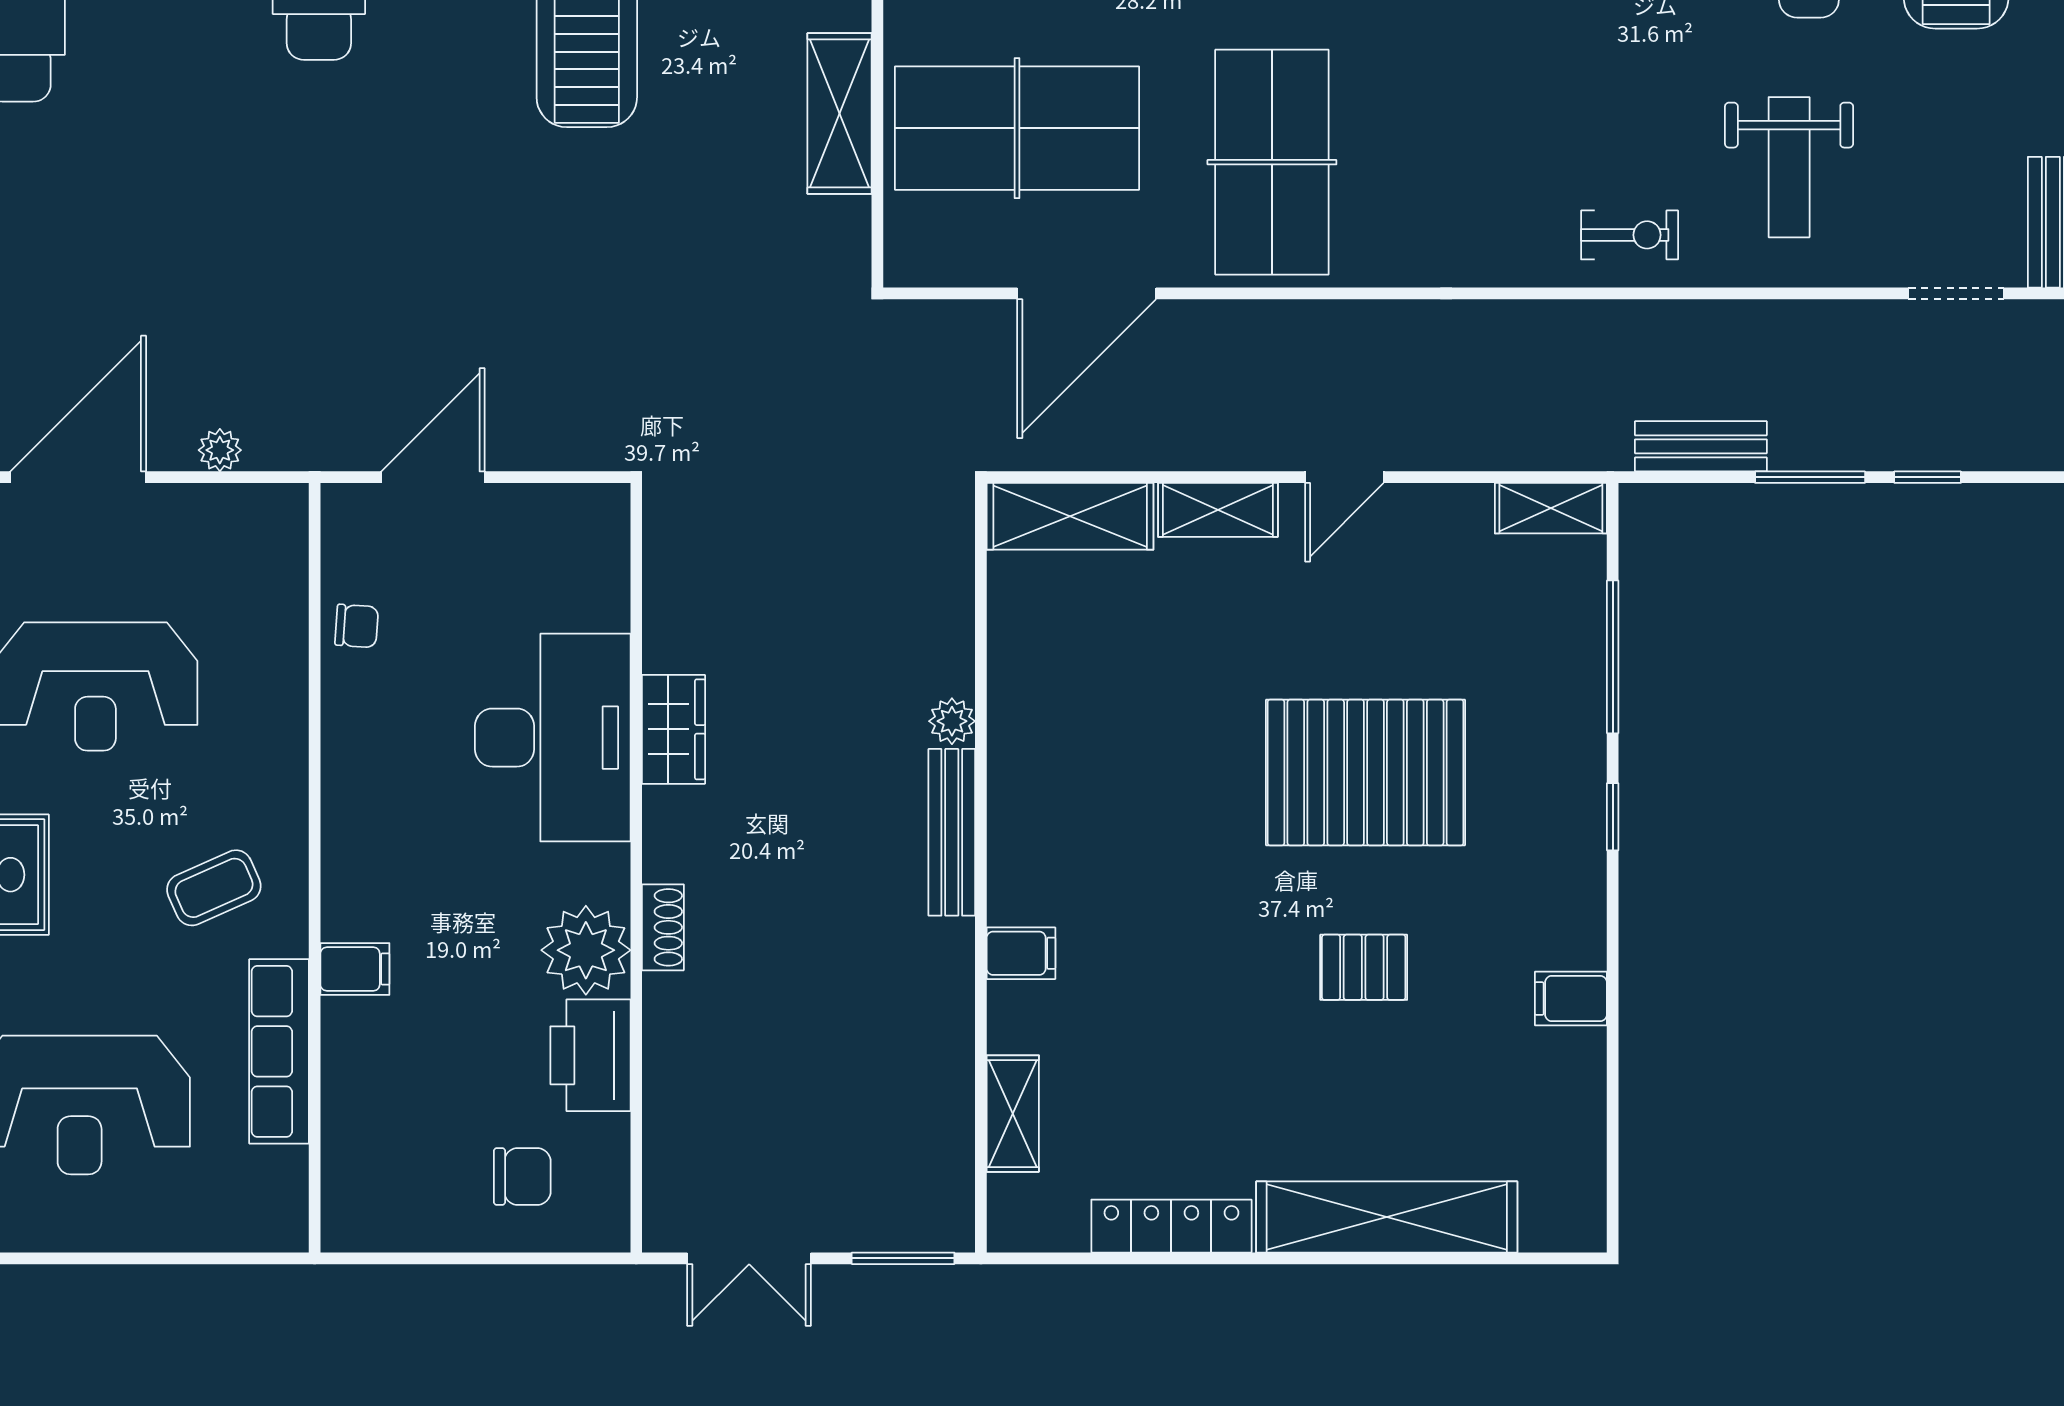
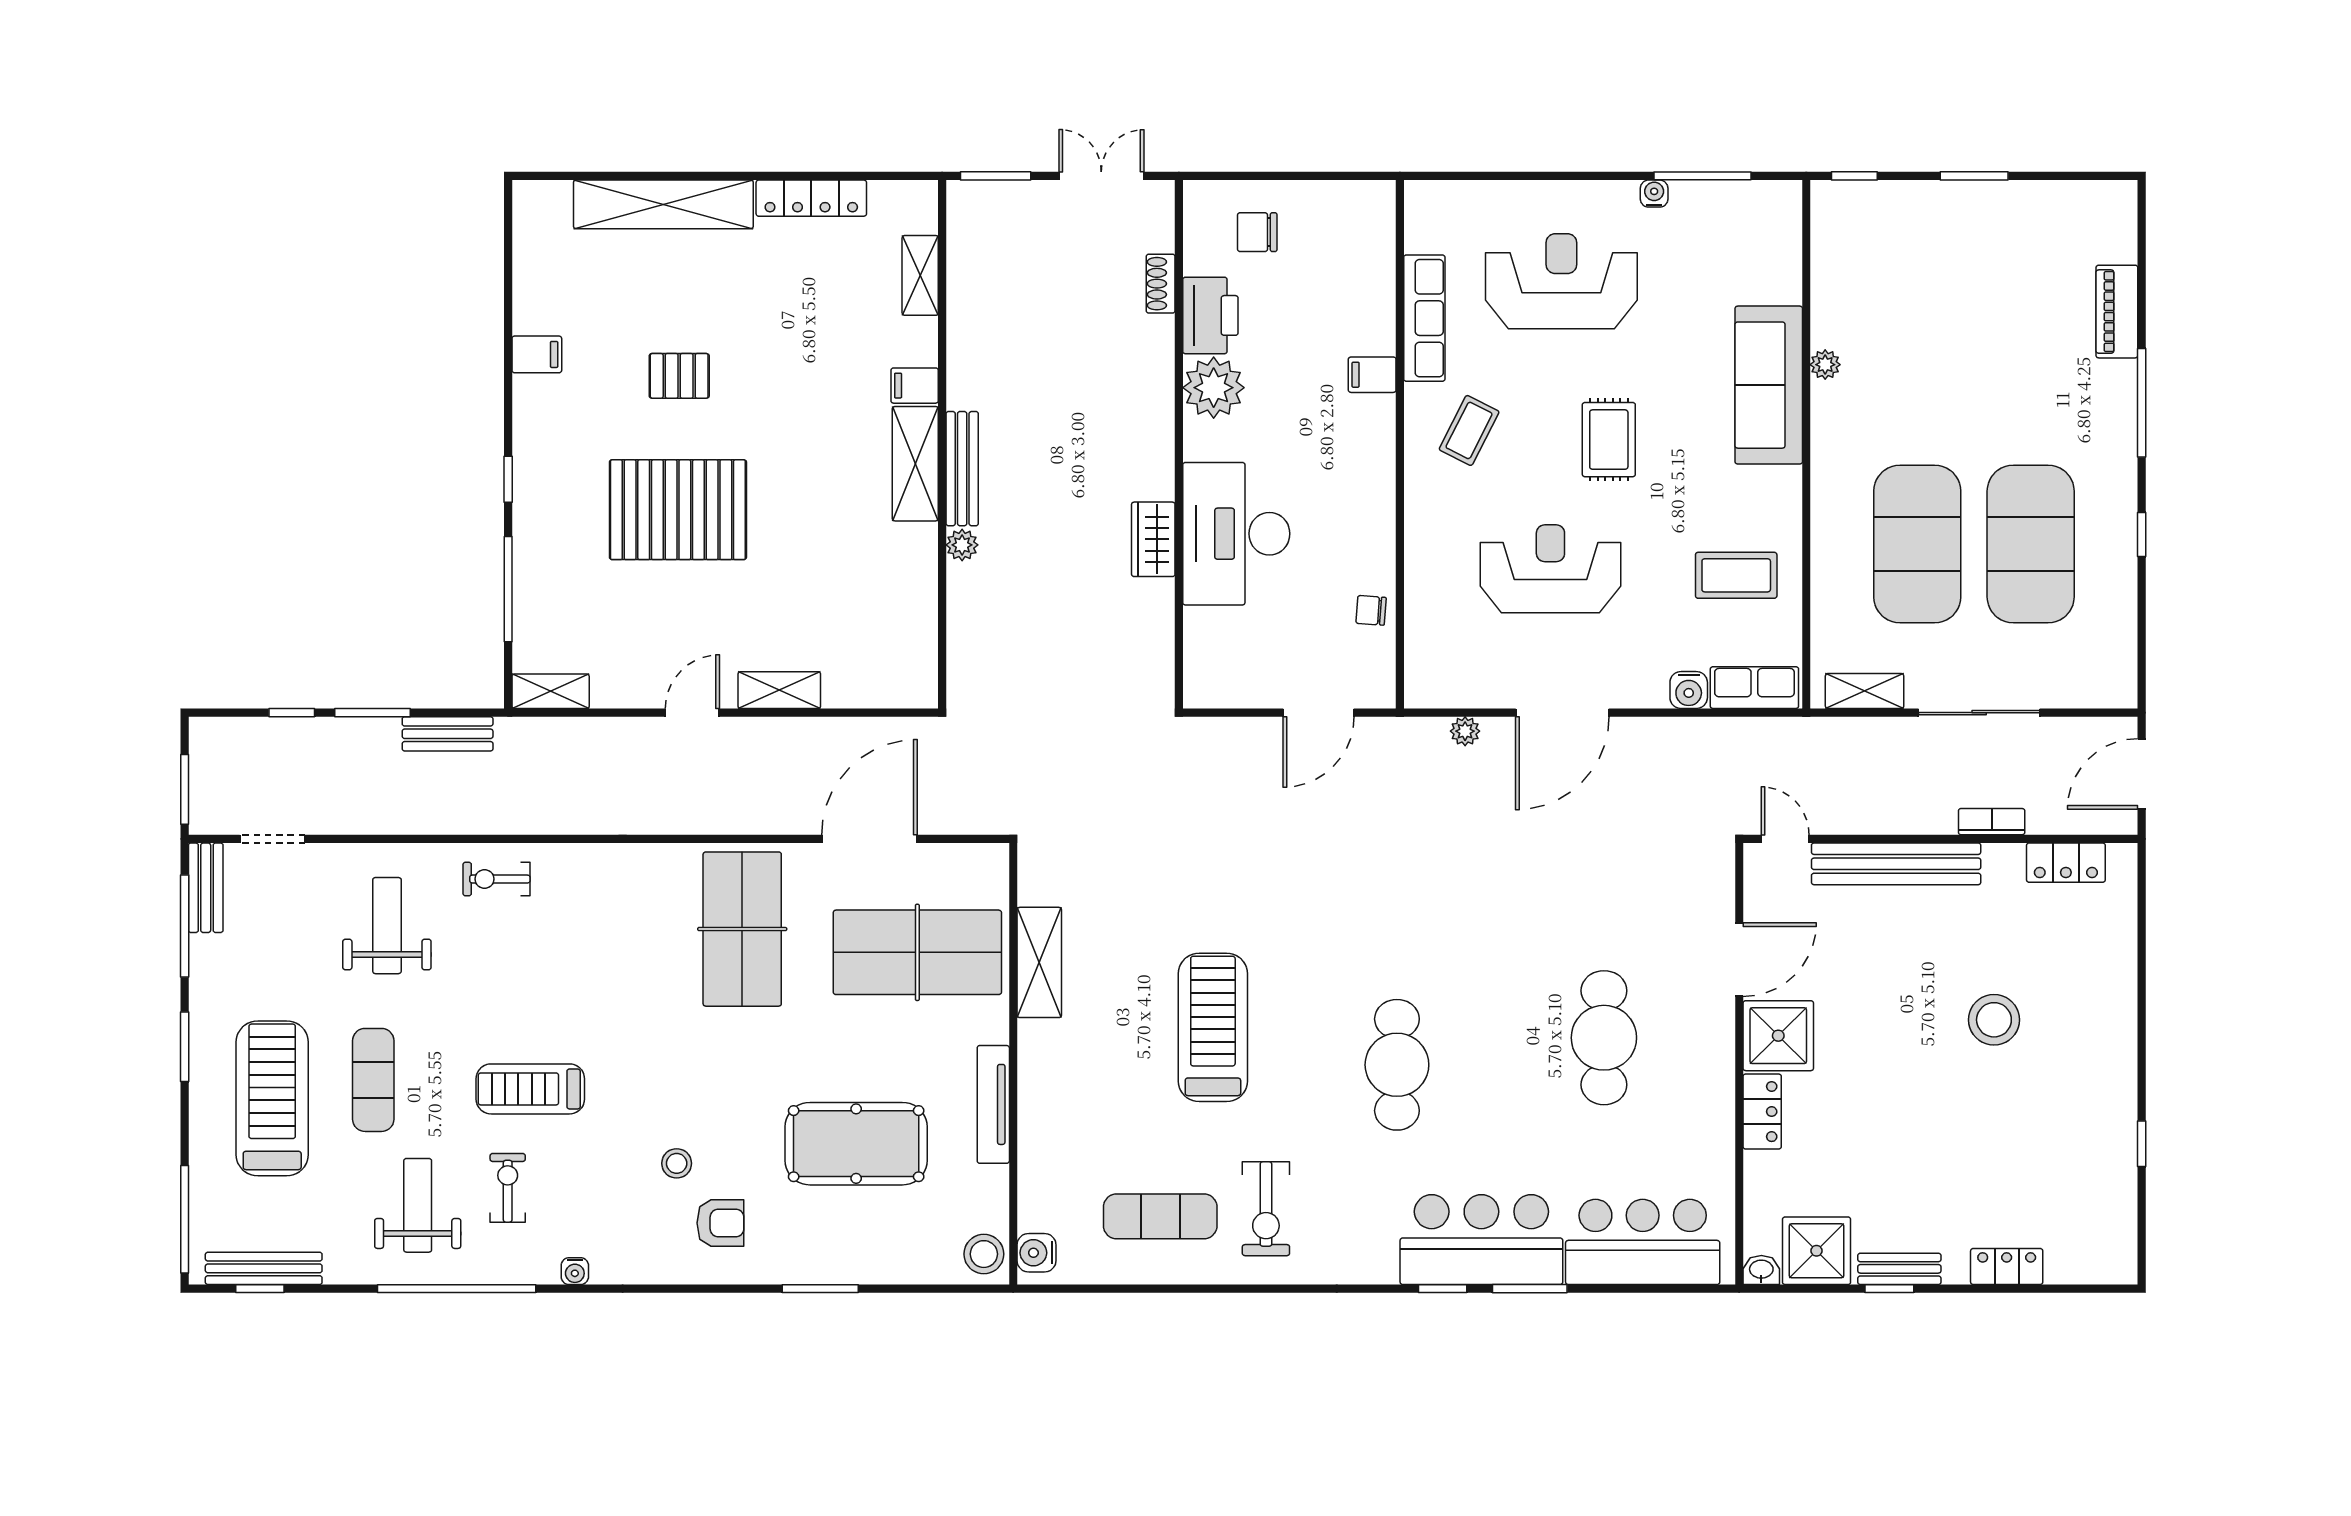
shelving: (1070, 516) -> (915, 464), moved, turned 90
coffee table: (214, 888) -> (1469, 430), turned -39
shoe rack: (663, 927) -> (1161, 284), moved

